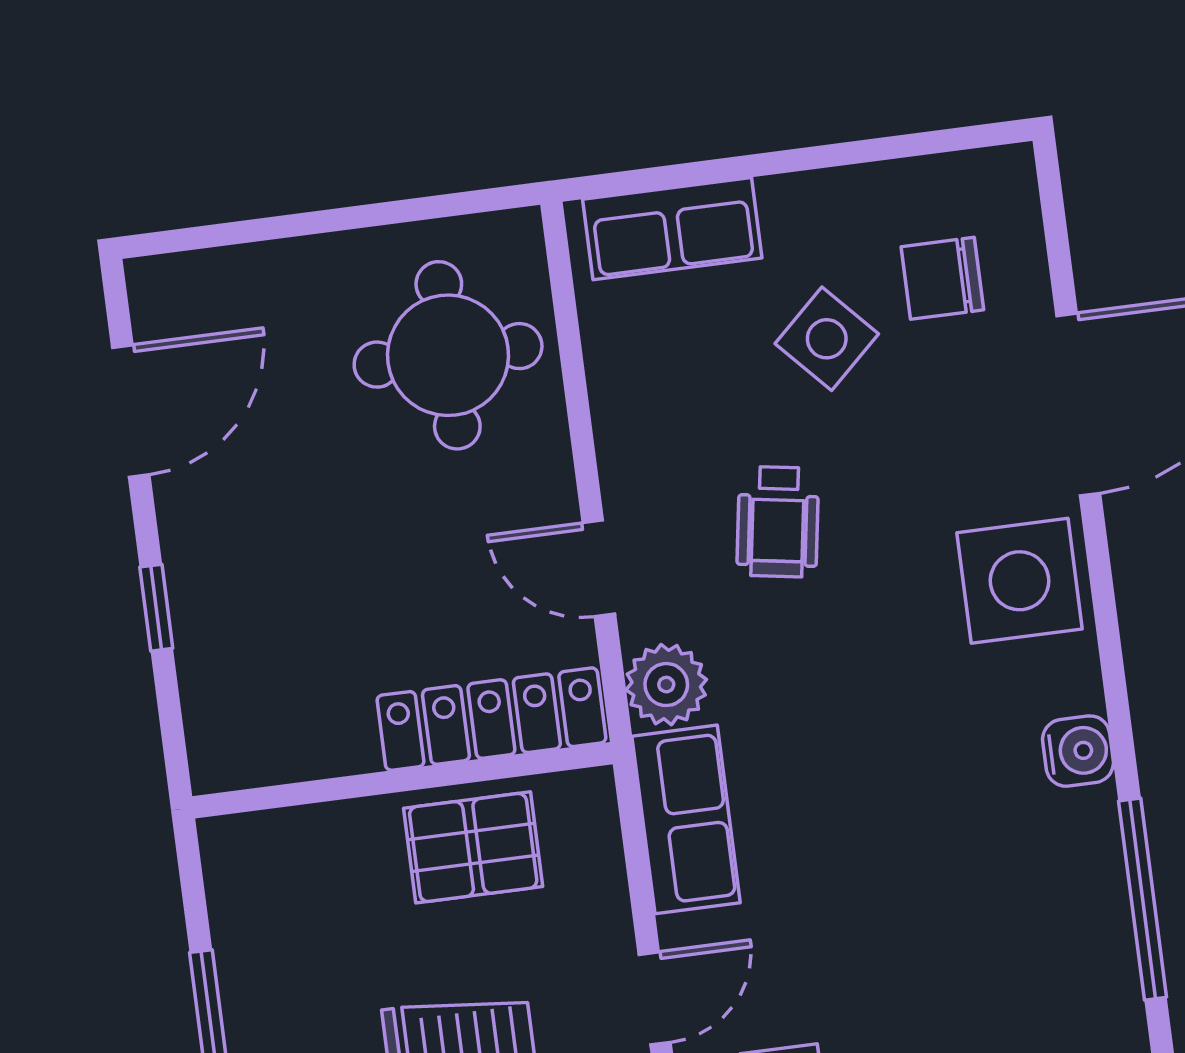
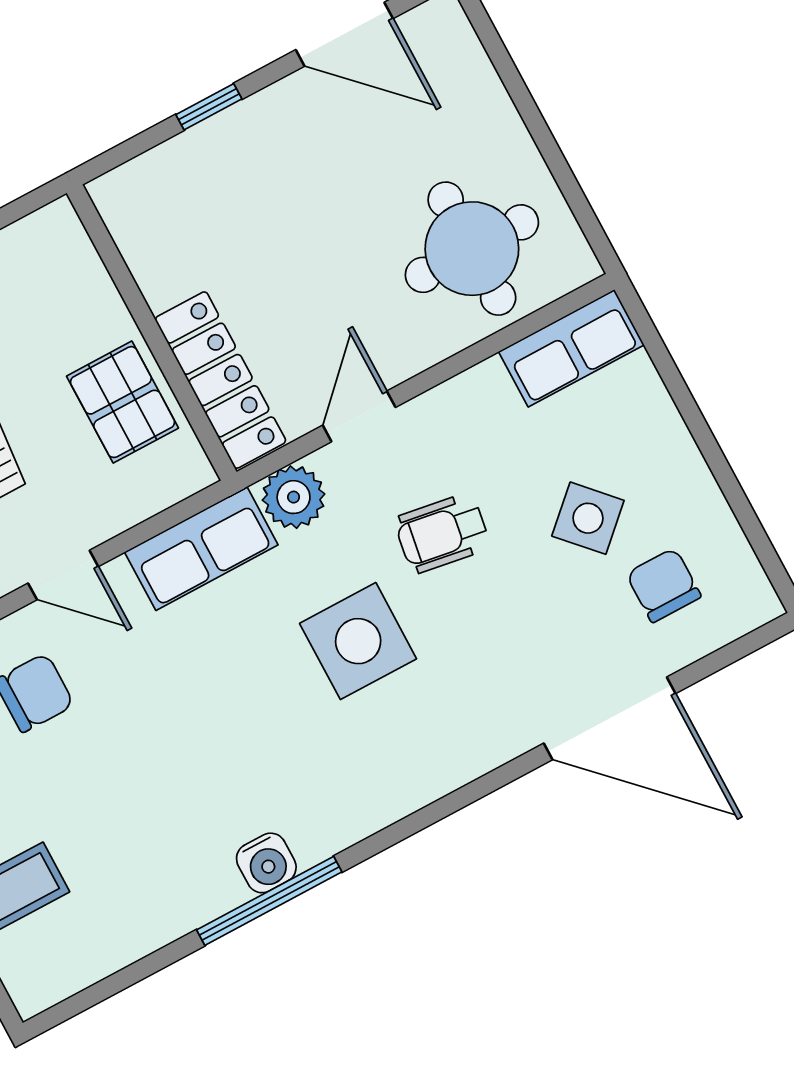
row of seats: (672, 229) -> (571, 348), moved, turned -90
side table: (1020, 581) -> (358, 641), moved
water cooler: (1078, 751) -> (266, 863), moved

